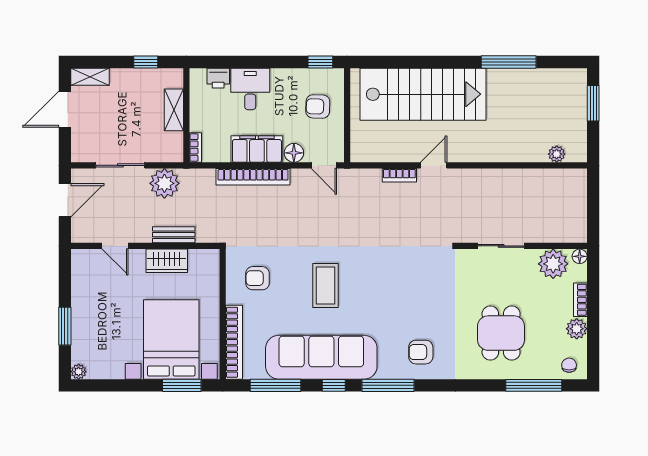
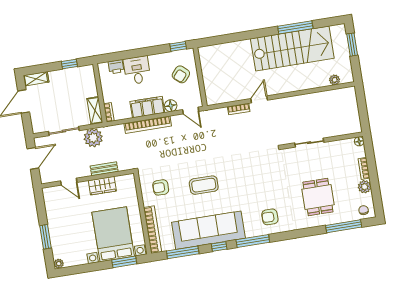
stairs: (423, 94) -> (292, 49), moved
armchair: (318, 106) -> (181, 74), turned -51
shelving: (174, 110) -> (95, 111), moved
plant: (553, 264) -> (343, 149), removed
coffee table: (325, 285) -> (204, 185), turned 90

